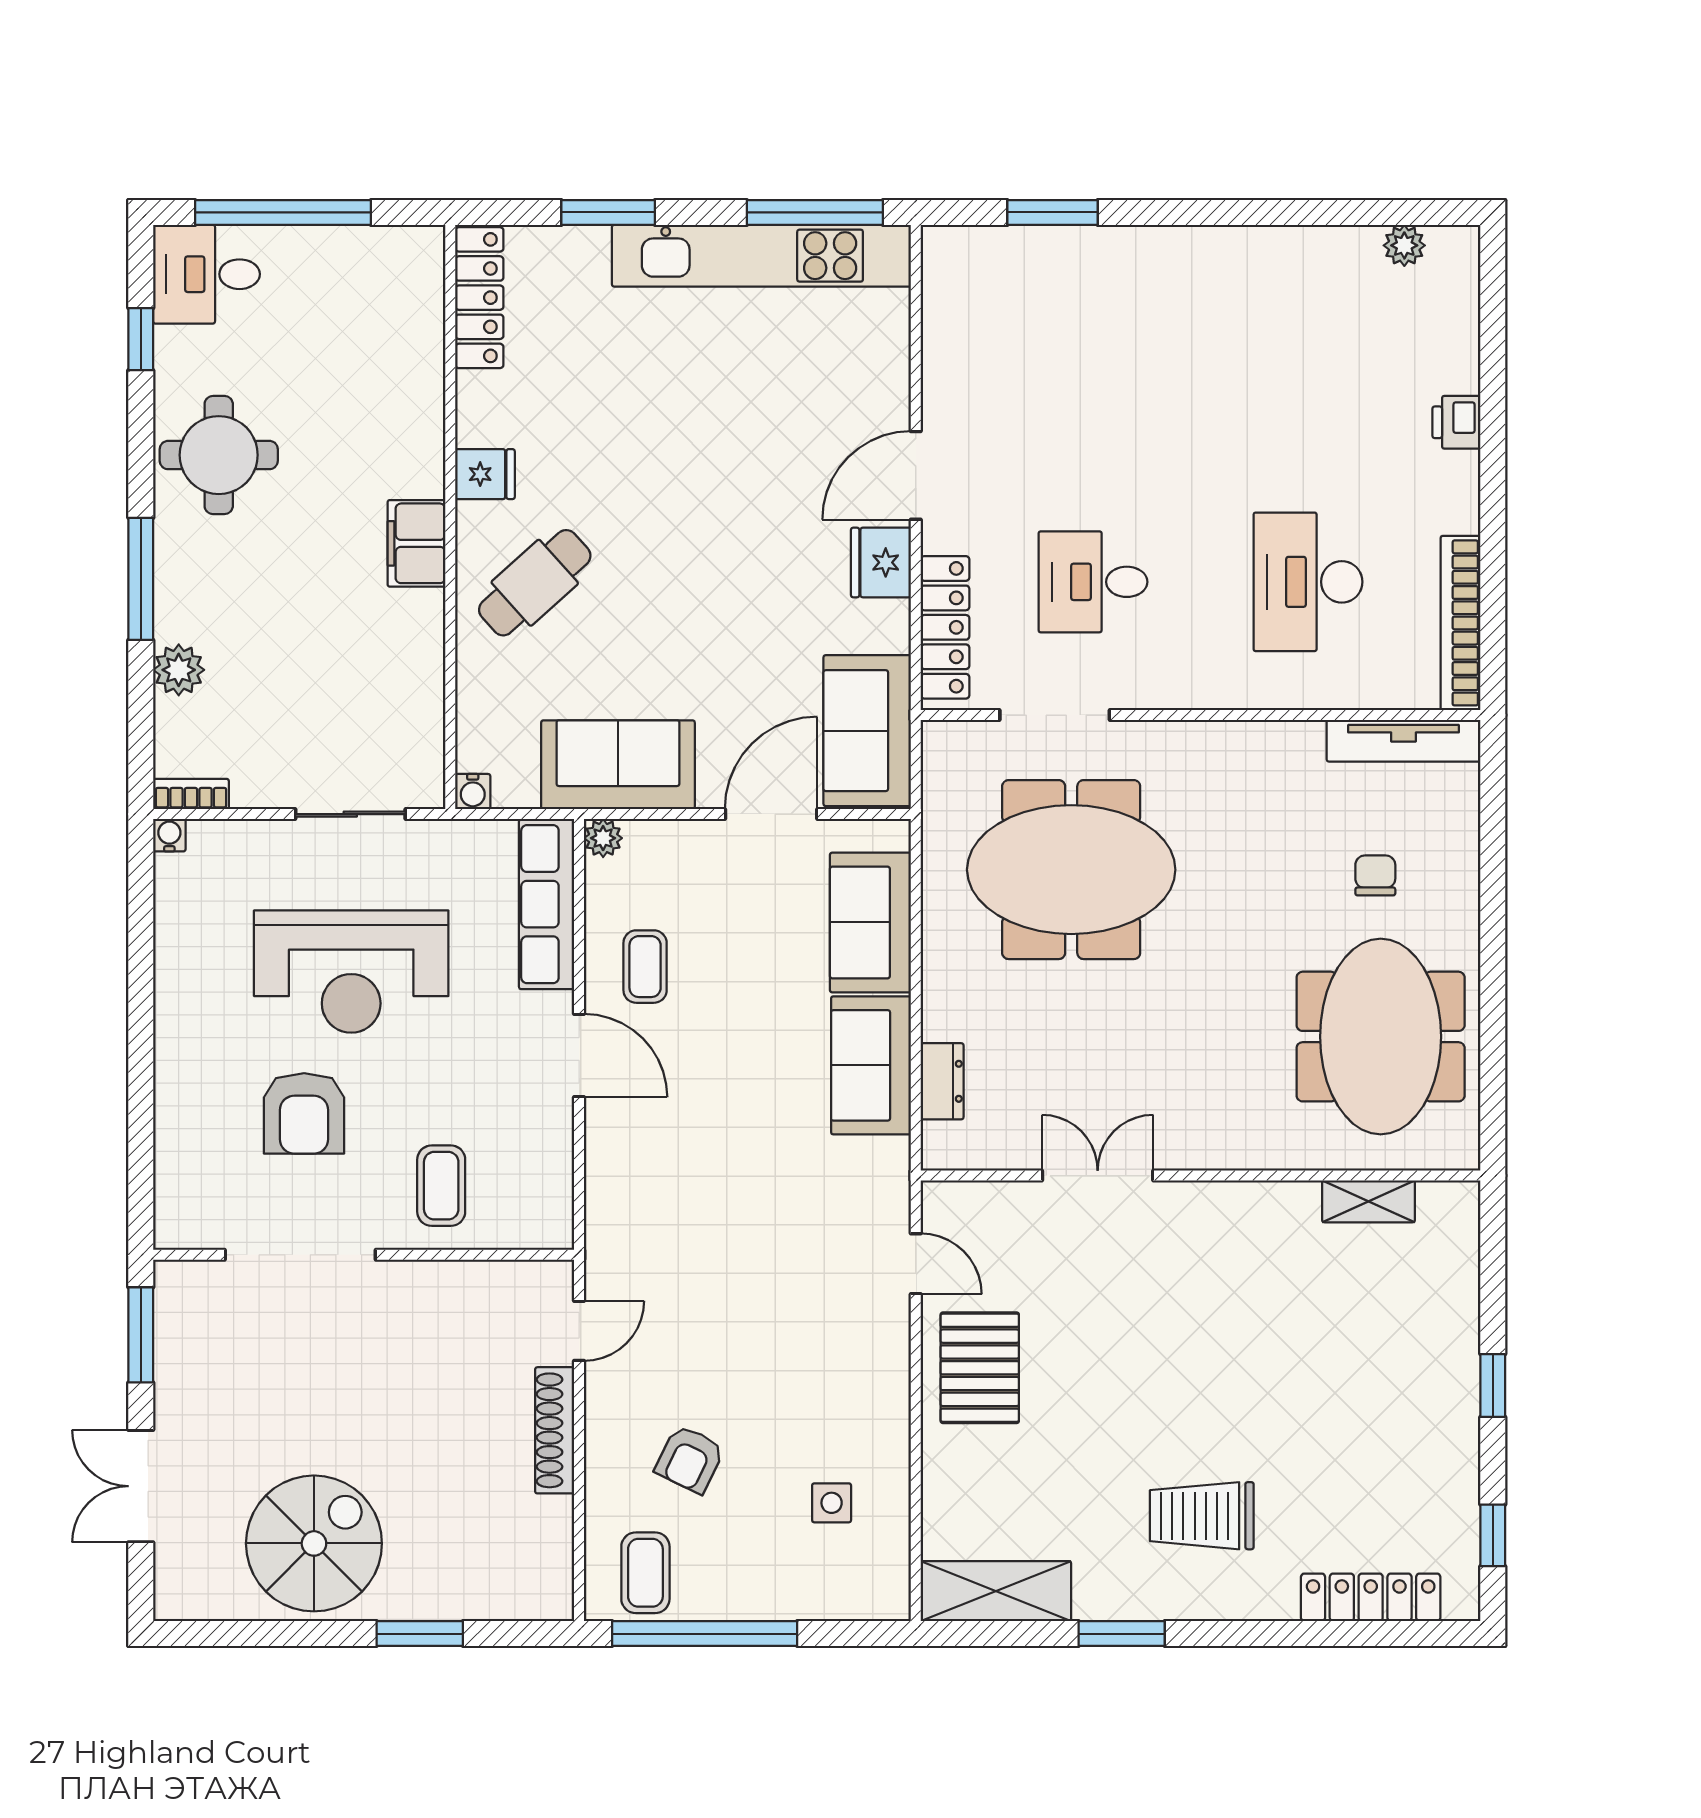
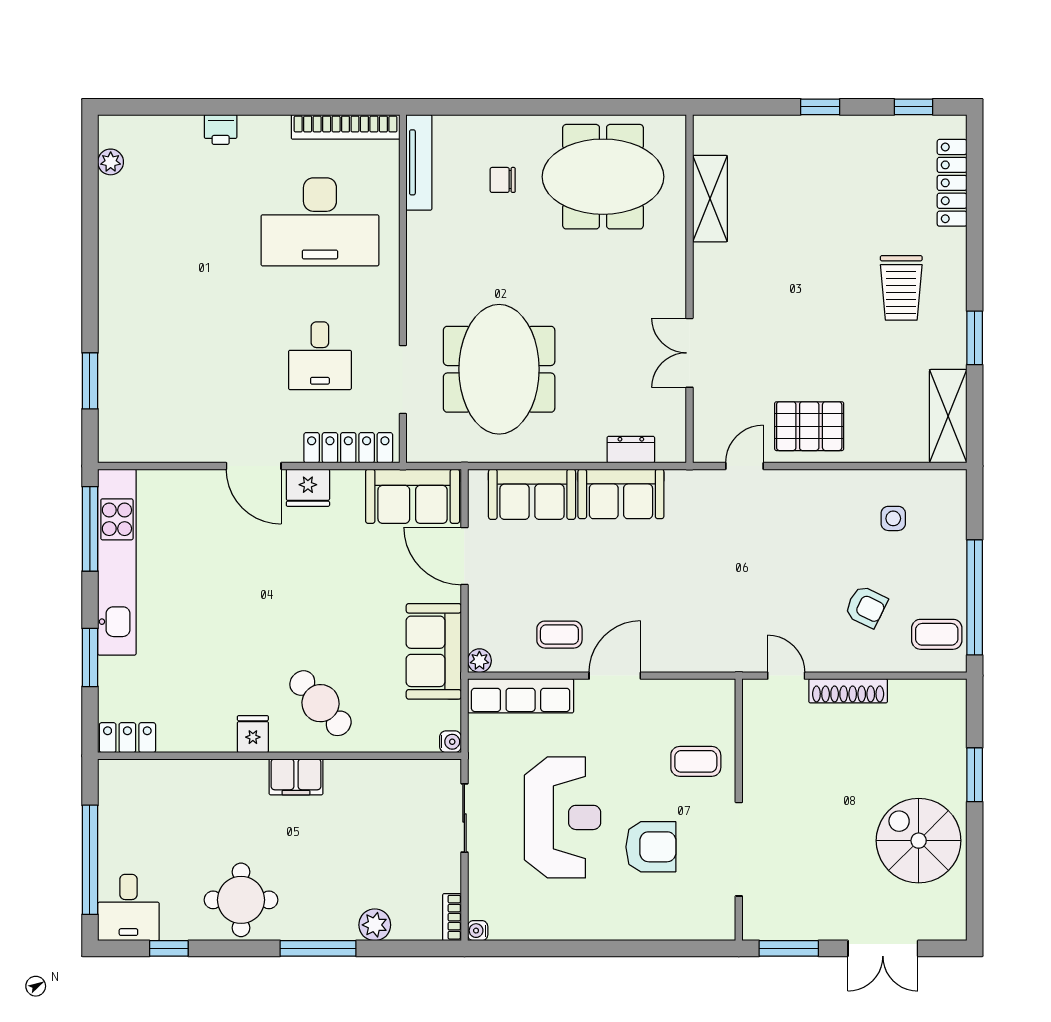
locker: (479, 298) -> (127, 738), width x0.66
desk: (1308, 582) -> (320, 222), width x1.36, depth x1.30
shelving: (1369, 1201) -> (710, 199), width x1.50, depth x1.33

